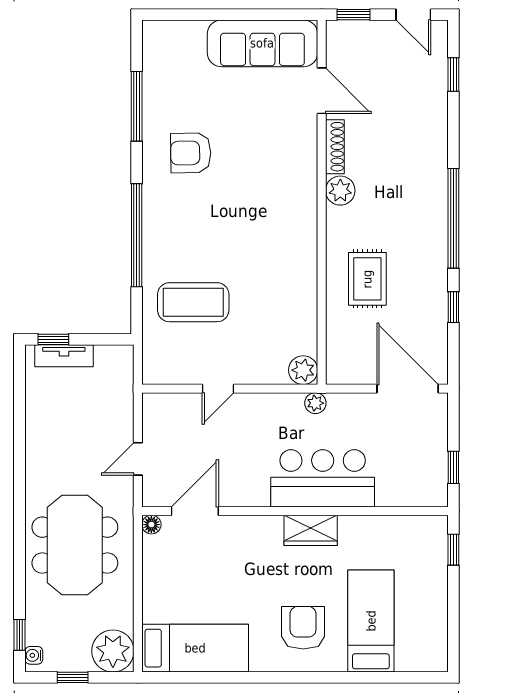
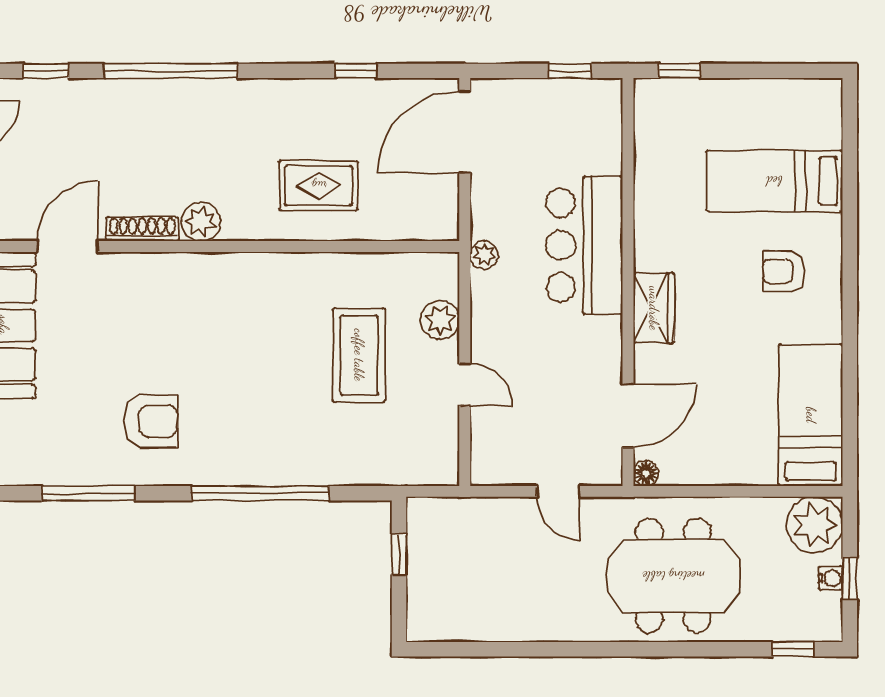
armchair: (191, 153) -> (151, 421), turned -89
window: (453, 218) -> (171, 71), moved
coffee table: (193, 302) -> (359, 355), moved
window: (53, 339) -> (399, 554), moved
tv unit: (64, 356) -> (421, 590), removed
plant: (303, 370) -> (440, 320), moved
door: (195, 511) -> (628, 416), swing flipped
wardrobe: (311, 530) -> (654, 308), moved
armchair: (303, 628) -> (784, 271), width x0.72, depth x0.72
water cooler: (34, 655) -> (831, 578), moved, turned -90

